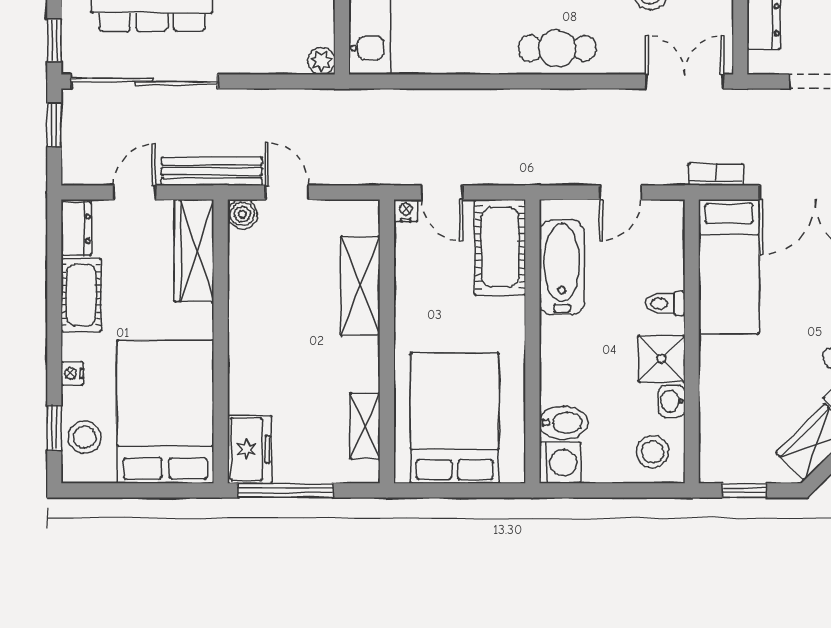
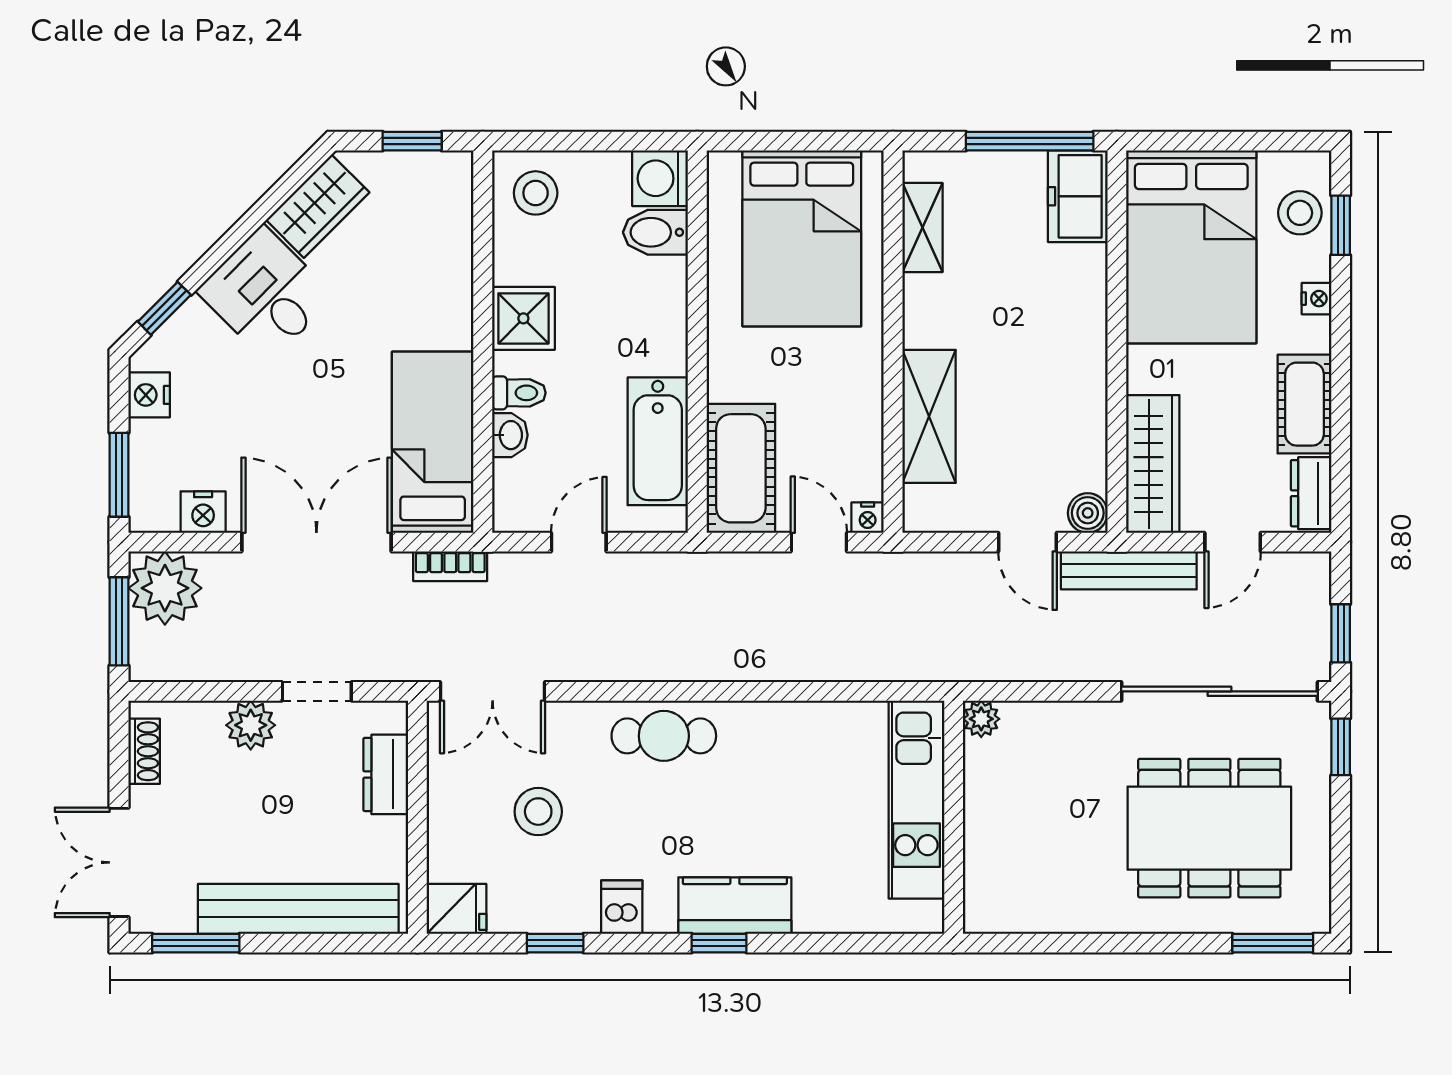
washbasin: (672, 401) -> (510, 435), moved

